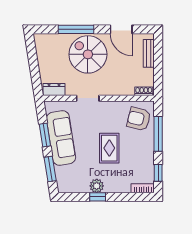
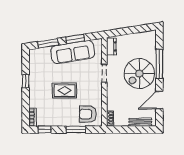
spiral stairs: (88, 54) -> (139, 73), turned 180
armchair: (139, 119) -> (88, 114), turned -104
window: (158, 134) -> (76, 130), width x0.69
plant: (97, 186) -> (34, 80), removed

